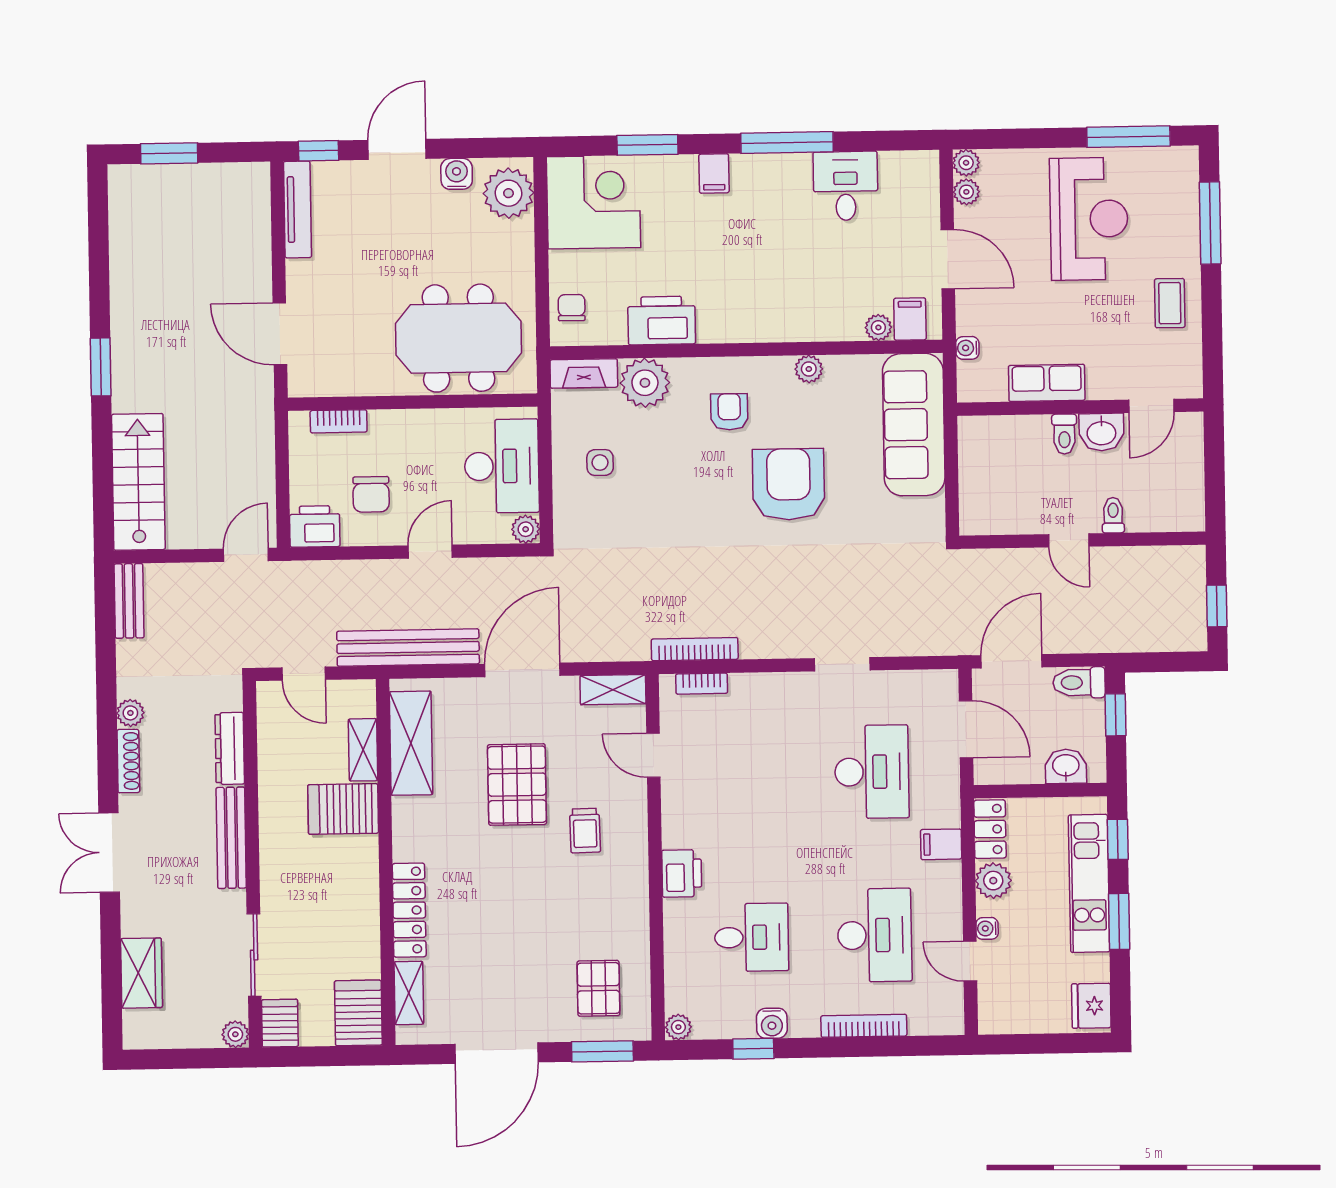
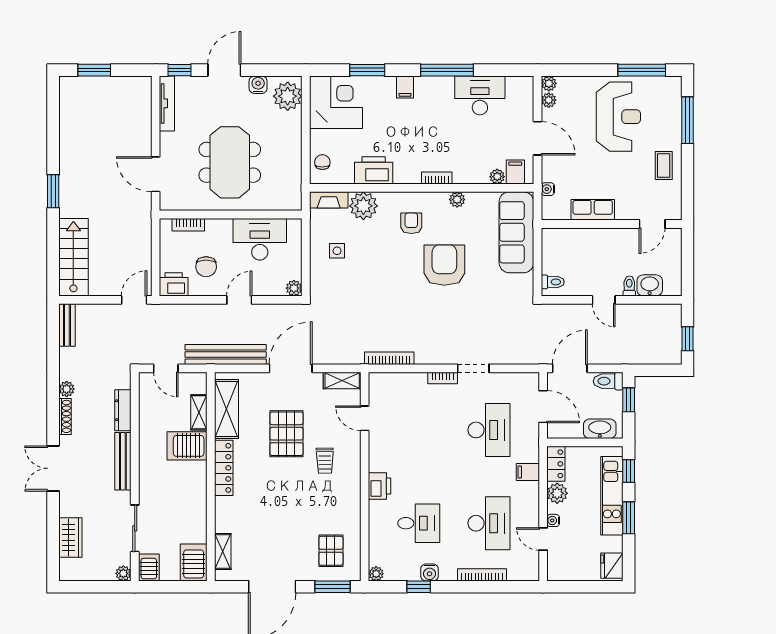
desk: (846, 186) -> (480, 95), width x1.37
bookcase: (773, 332) -> (437, 178), added
meeting table: (458, 338) -> (230, 162), moved, turned 90
washbasin: (1101, 432) -> (650, 285), moved, turned 180
toilet: (1064, 434) -> (553, 282), moved, turned -90
desk: (502, 466) -> (260, 239), moved, turned -90
bookcase: (702, 684) -> (443, 378), moved
washbasin: (1066, 766) -> (600, 429), width x1.38
locker: (409, 910) -> (224, 468), moved

